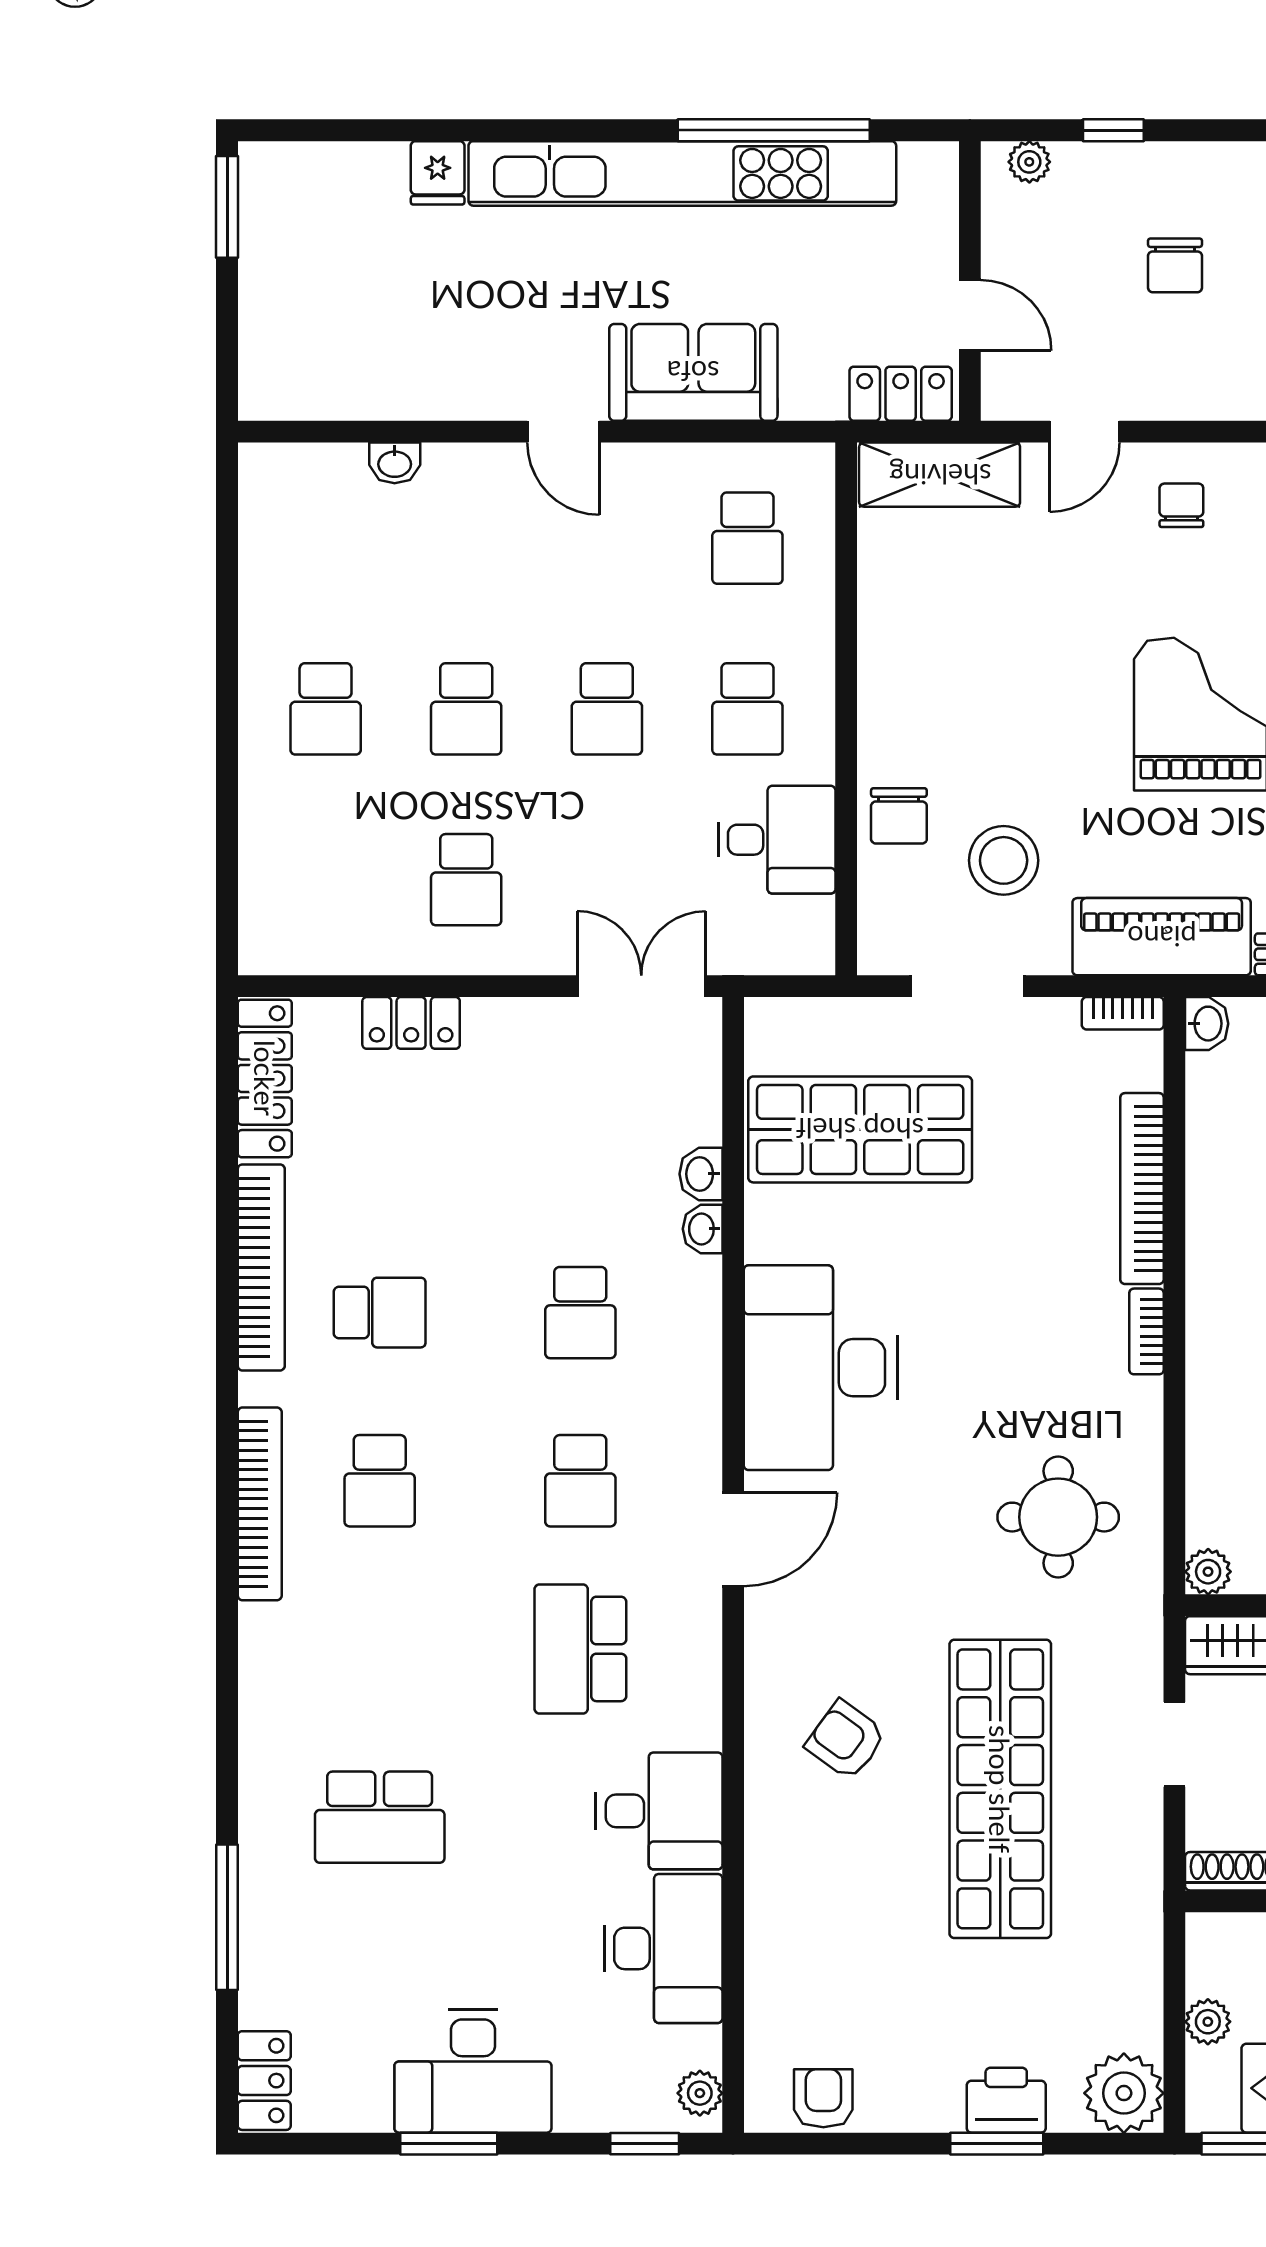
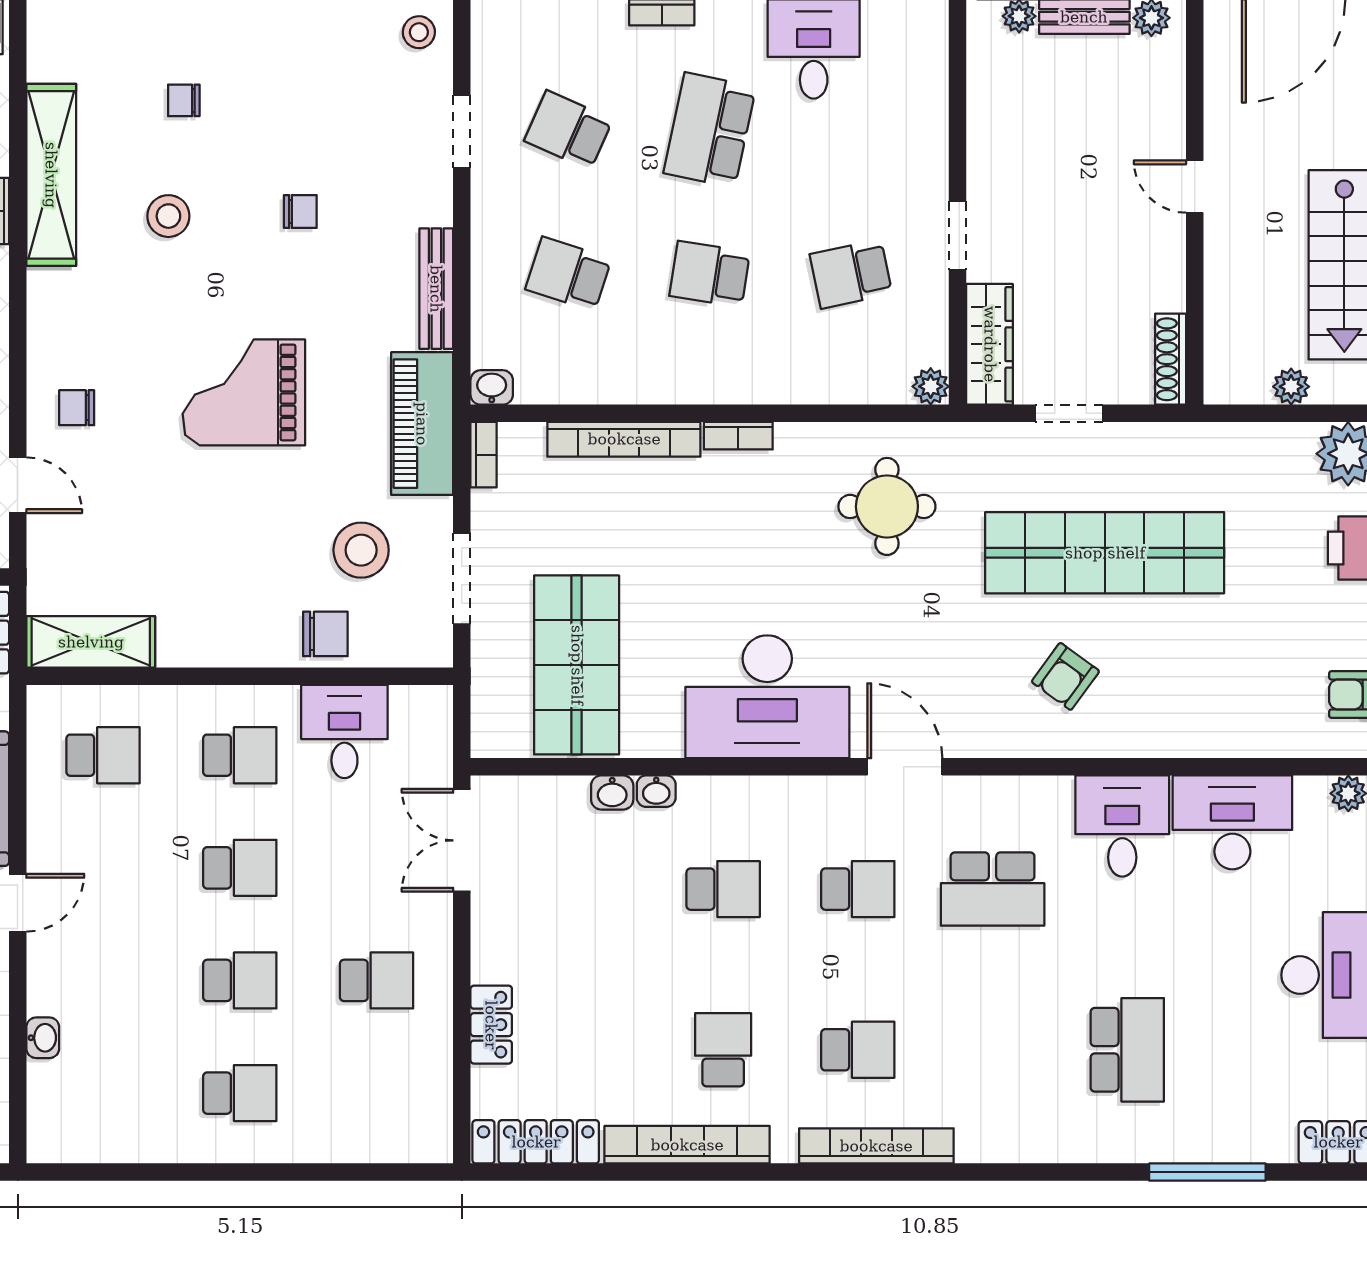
shelving: (940, 475) -> (91, 642), moved, turned 90

